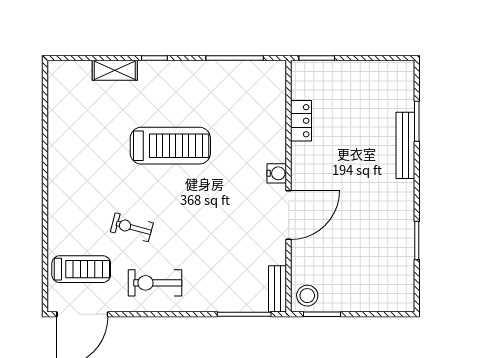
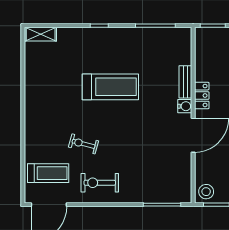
shelving: (115, 70) -> (41, 34), moved
locker: (301, 121) -> (202, 96), moved
bench: (278, 289) -> (185, 82), moved

